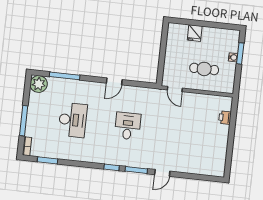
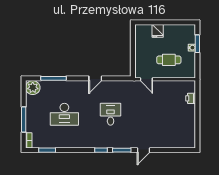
desk: (73, 120) -> (64, 114), turned 90

